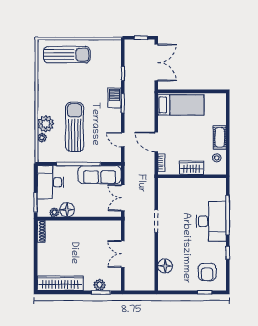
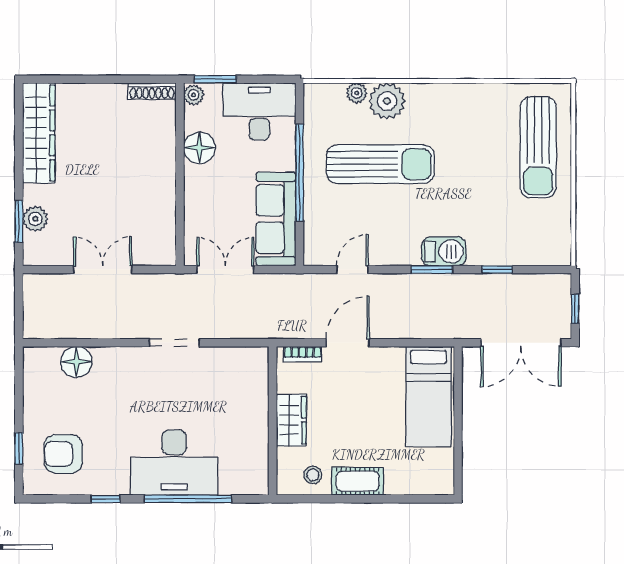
plant: (54, 212) -> (194, 95), moved

